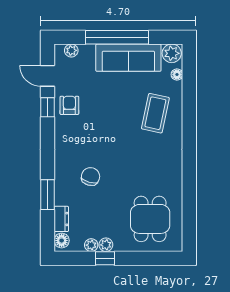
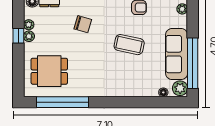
window: (117, 37) -> (193, 63), moved
coffee table: (155, 113) -> (129, 45), moved
window: (189, 202) -> (62, 102), added

